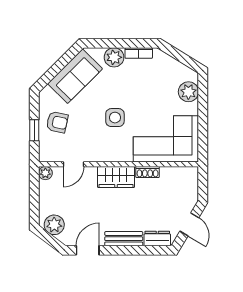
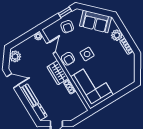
plant: (188, 92) -> (122, 83), removed
window: (34, 130) -> (65, 12), moved
armchair: (105, 150) -> (68, 59), added
door: (74, 164) -> (51, 48), swing flipped

